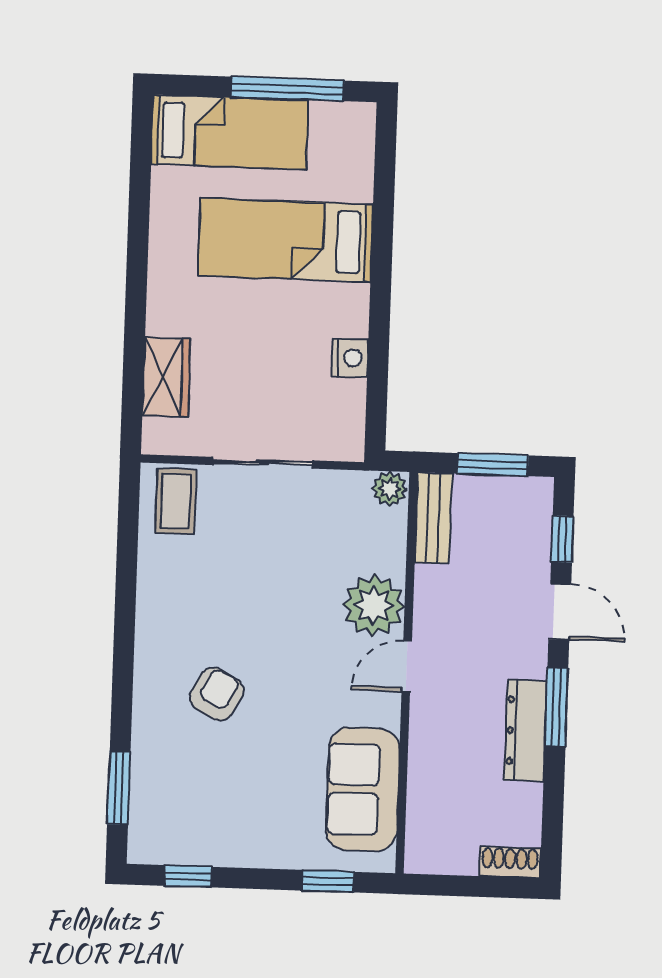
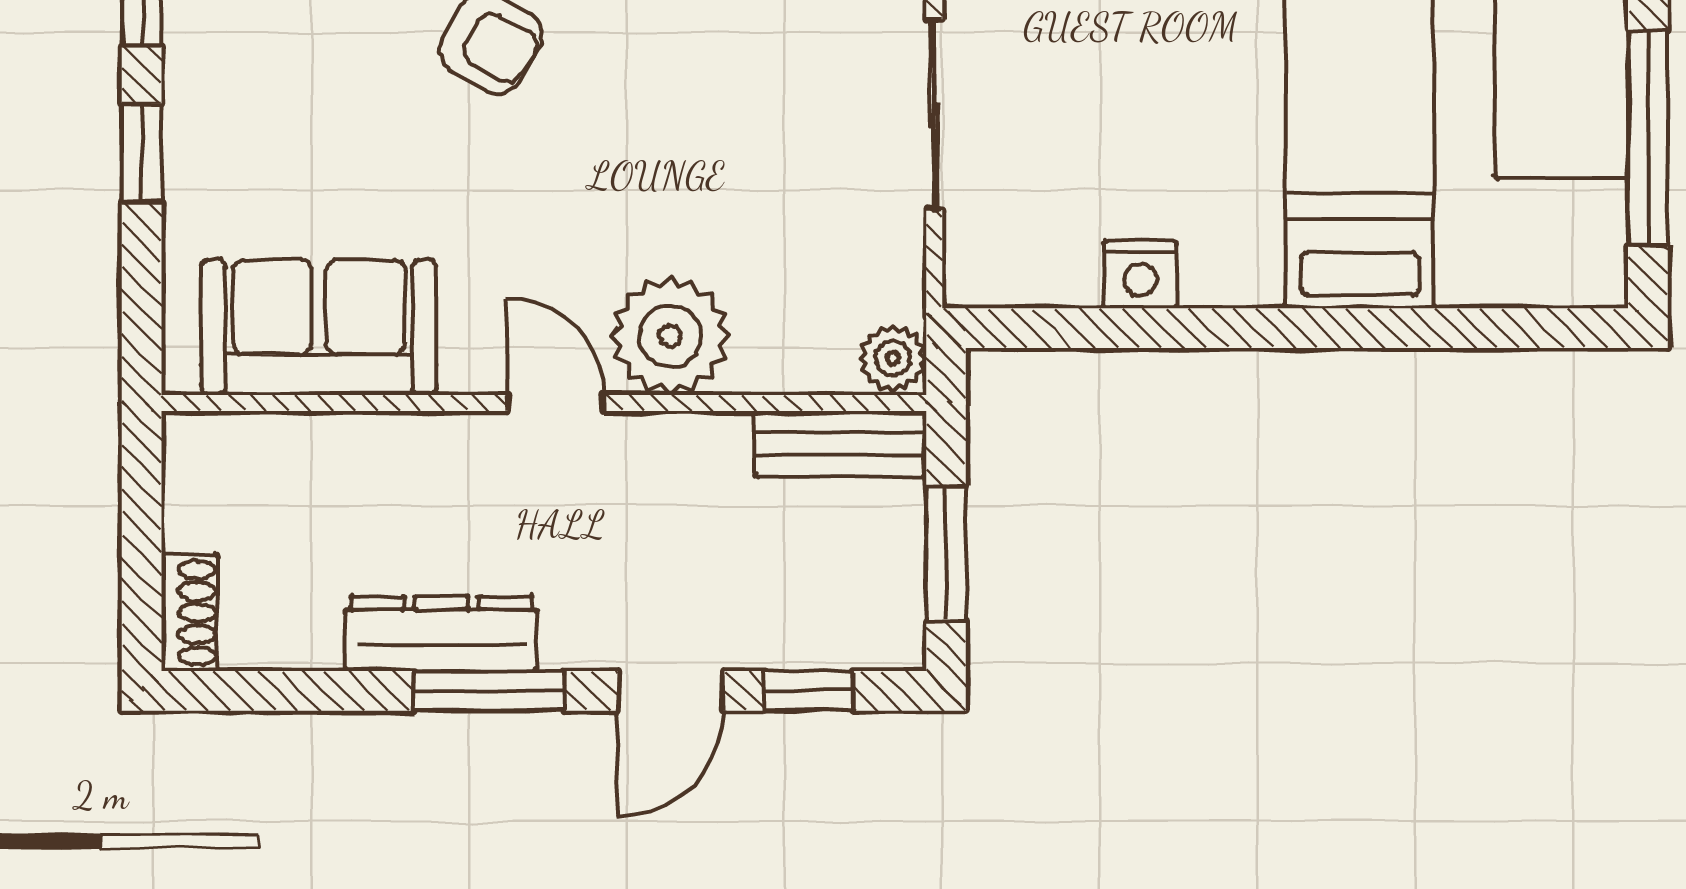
window: (328, 881) -> (142, 153), moved

